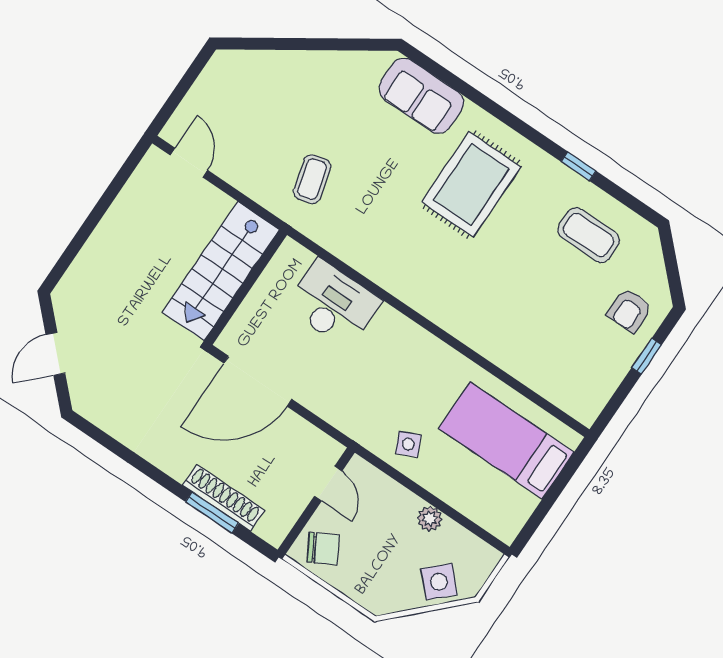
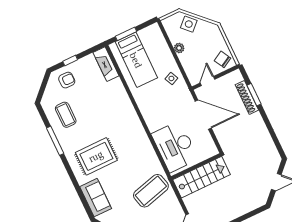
window: (579, 166) -> (55, 141), width x2.17
coffee table: (312, 179) -> (151, 191), width x1.86, depth x1.72
desk: (333, 304) -> (175, 146), width x1.36, depth x1.30
door: (258, 381) -> (203, 115), moved
fireplace: (566, 393) -> (106, 64), added
window: (561, 483) -> (126, 34), added

